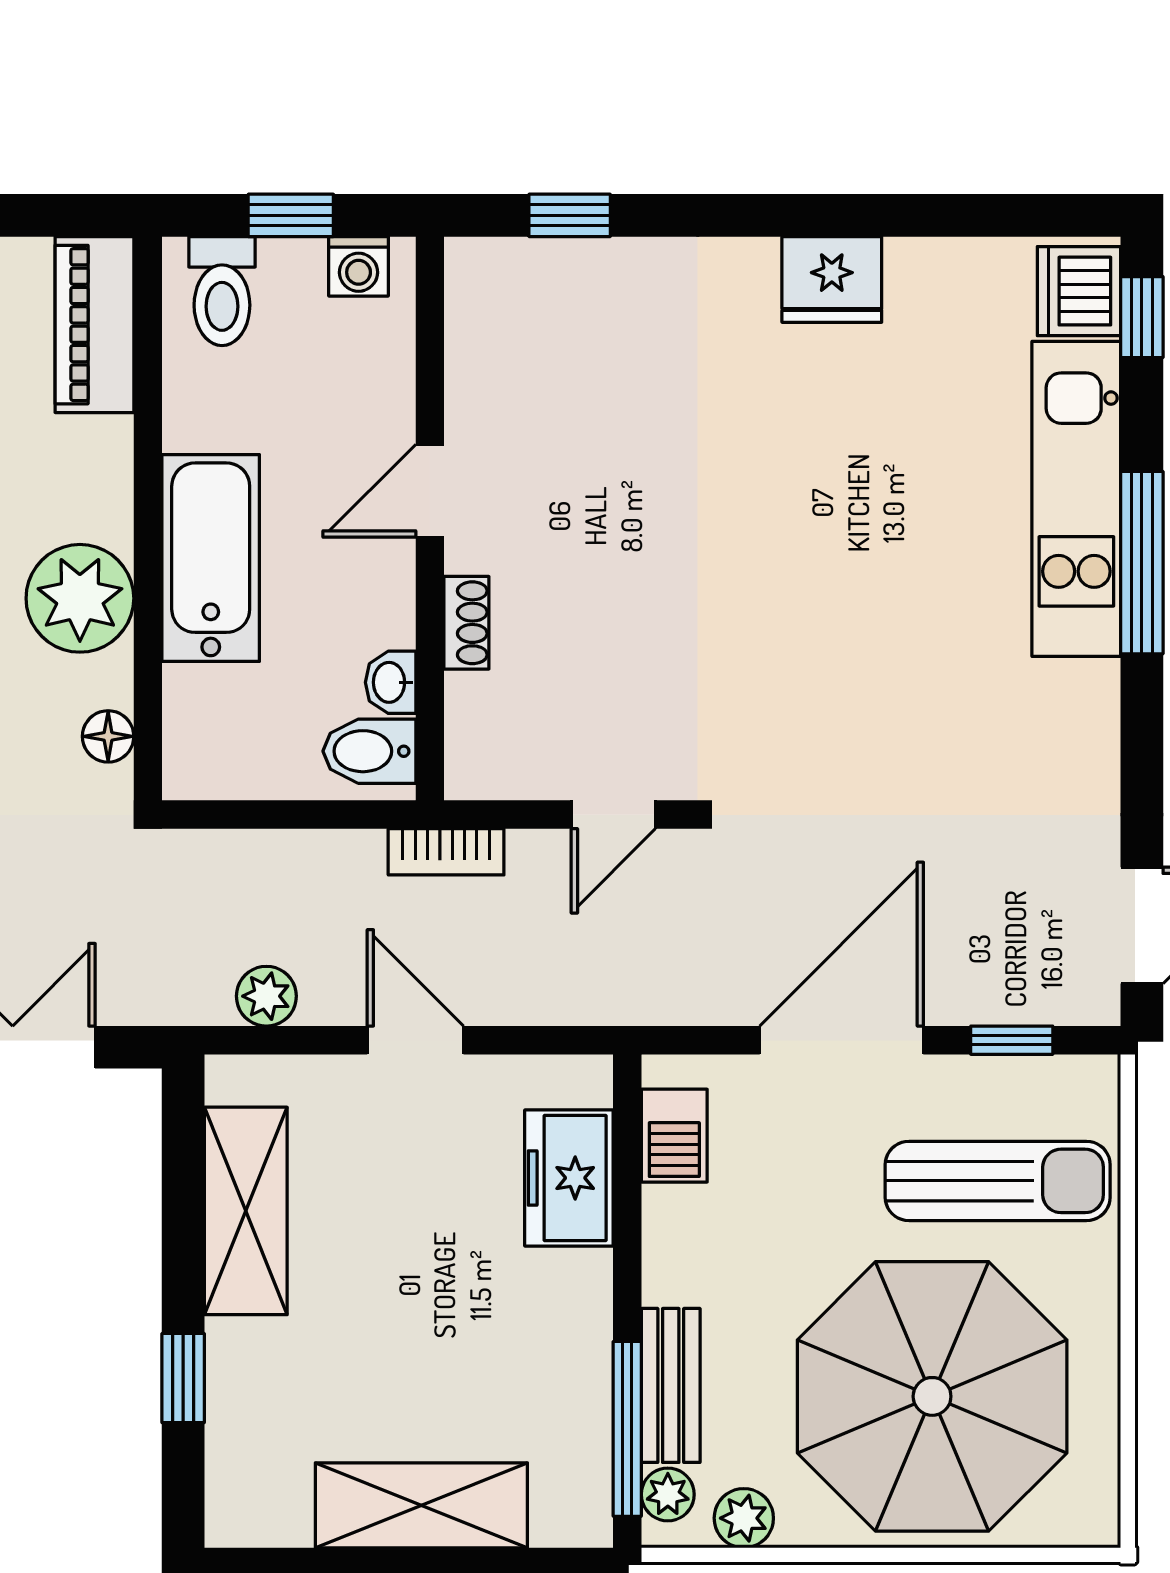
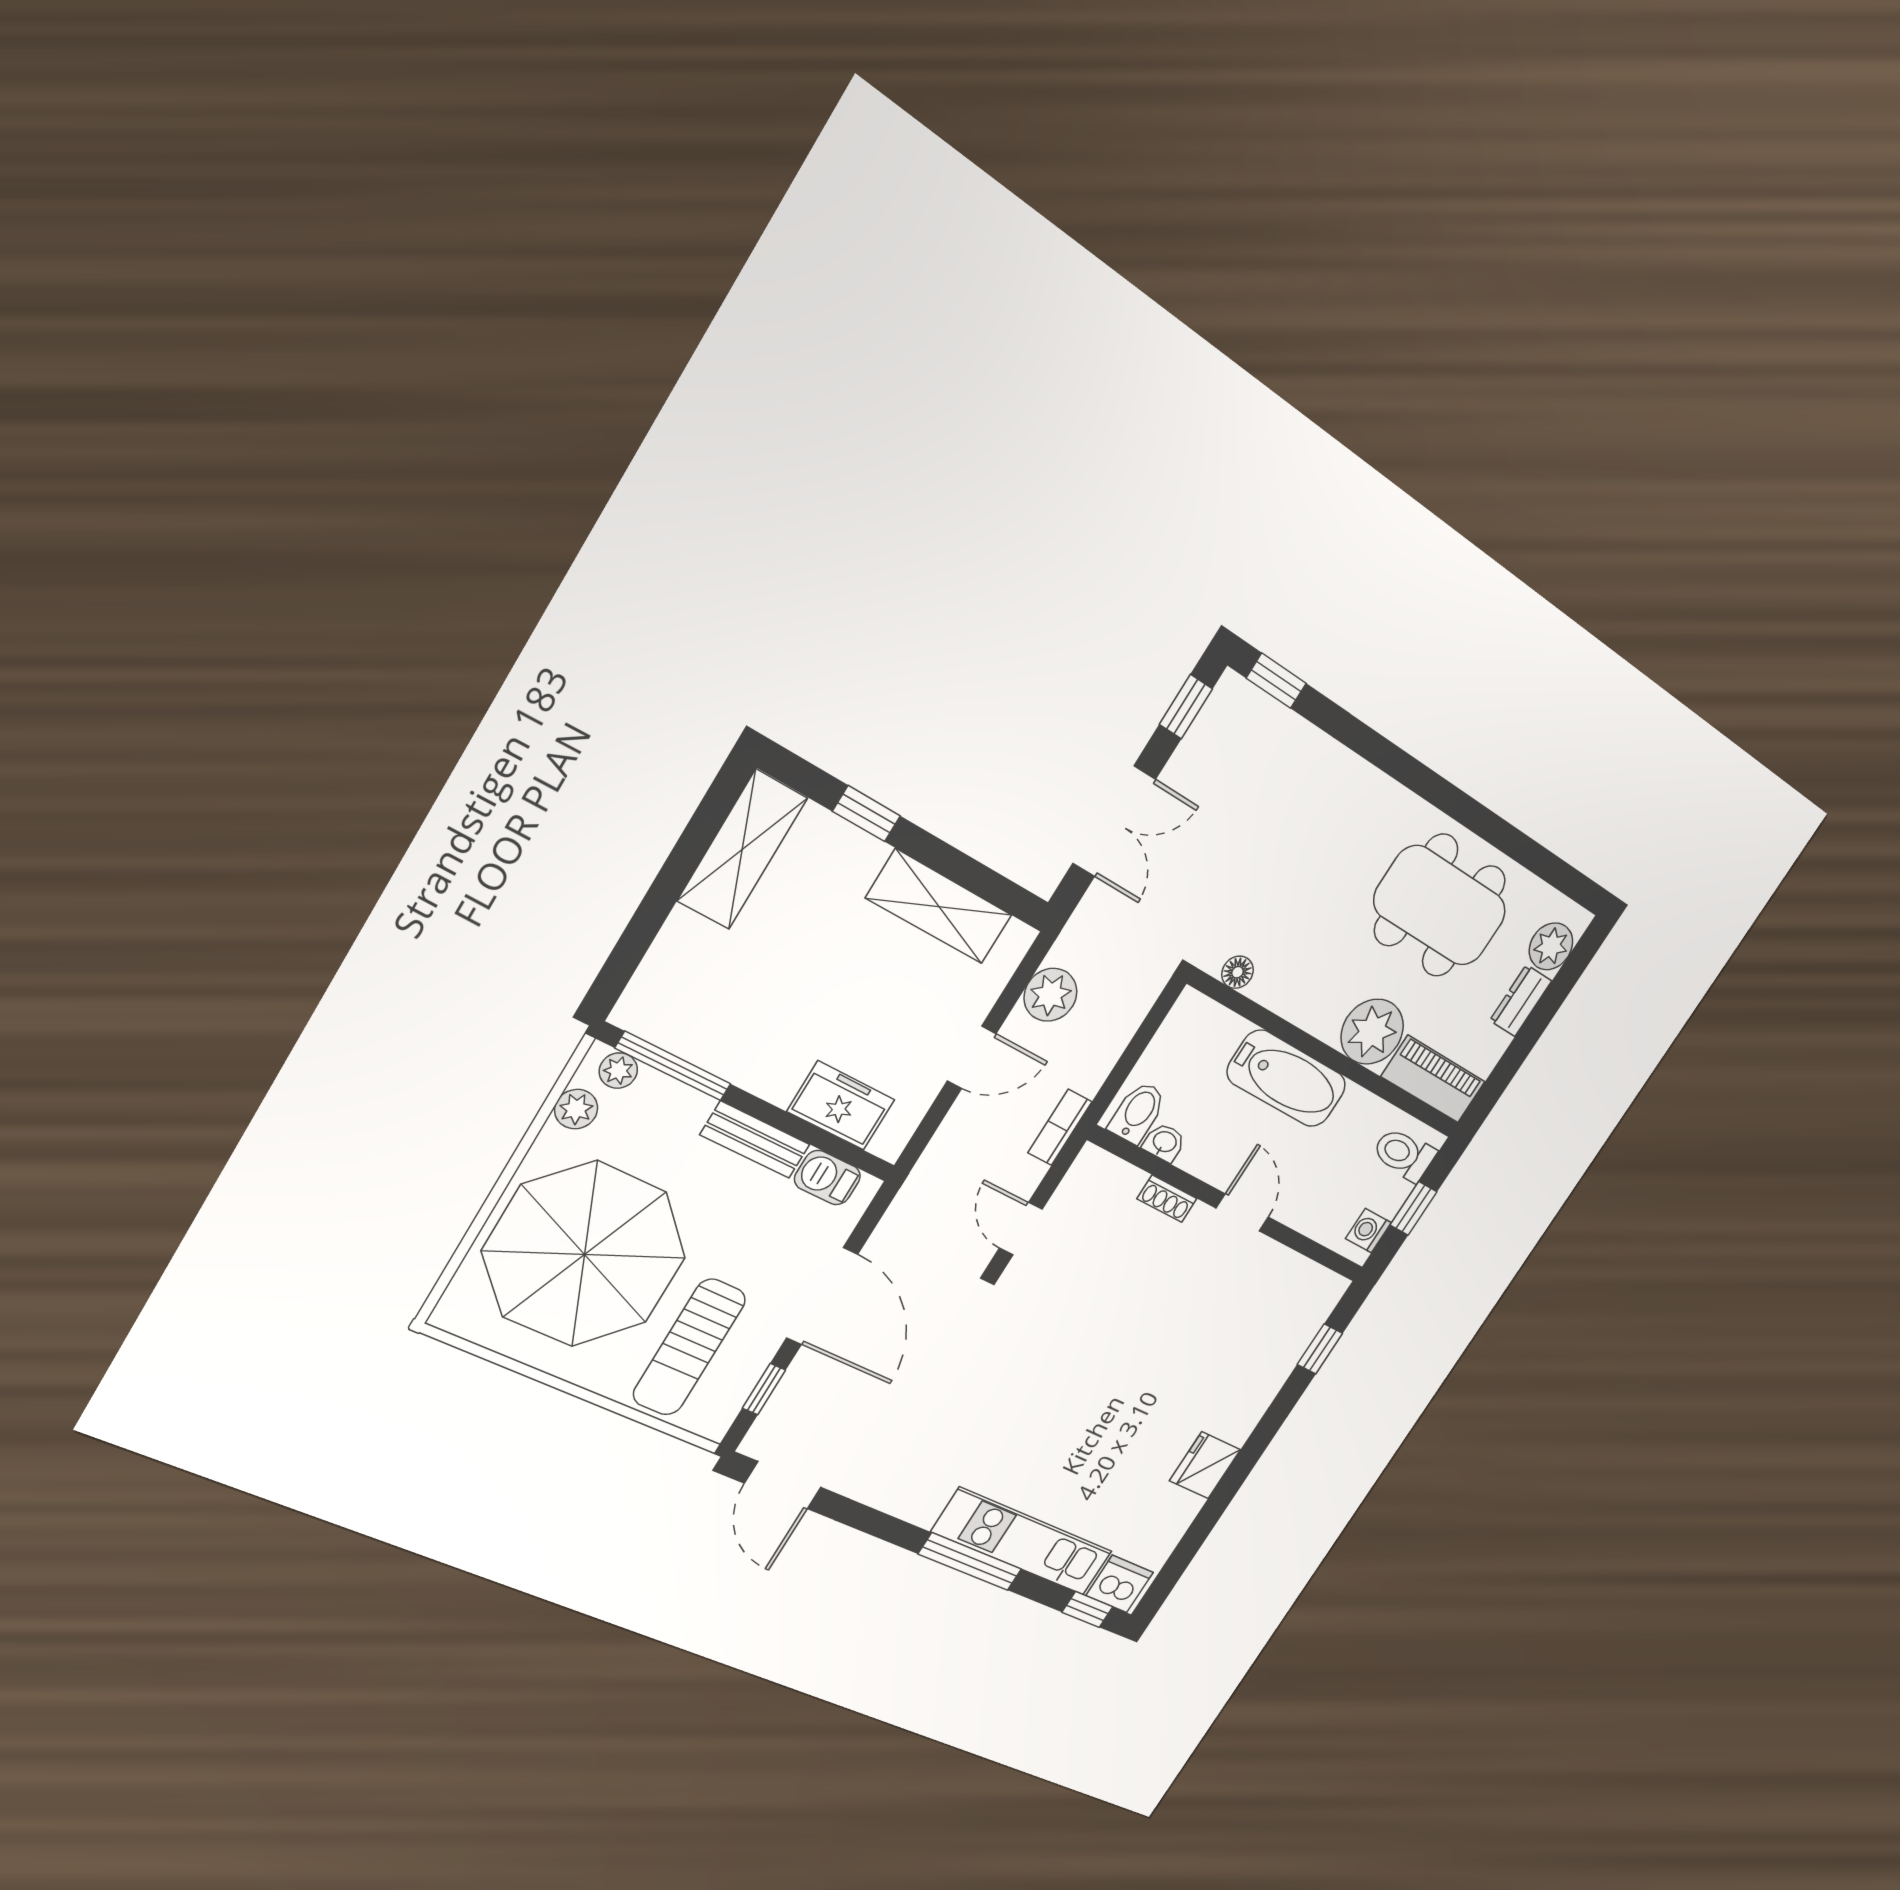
plant: (80, 598) -> (1372, 1032), moved
plant: (266, 996) -> (1050, 995), width x1.38, depth x1.38
bench: (671, 1385) -> (755, 1140), moved
shelving: (421, 1505) -> (742, 850), moved

